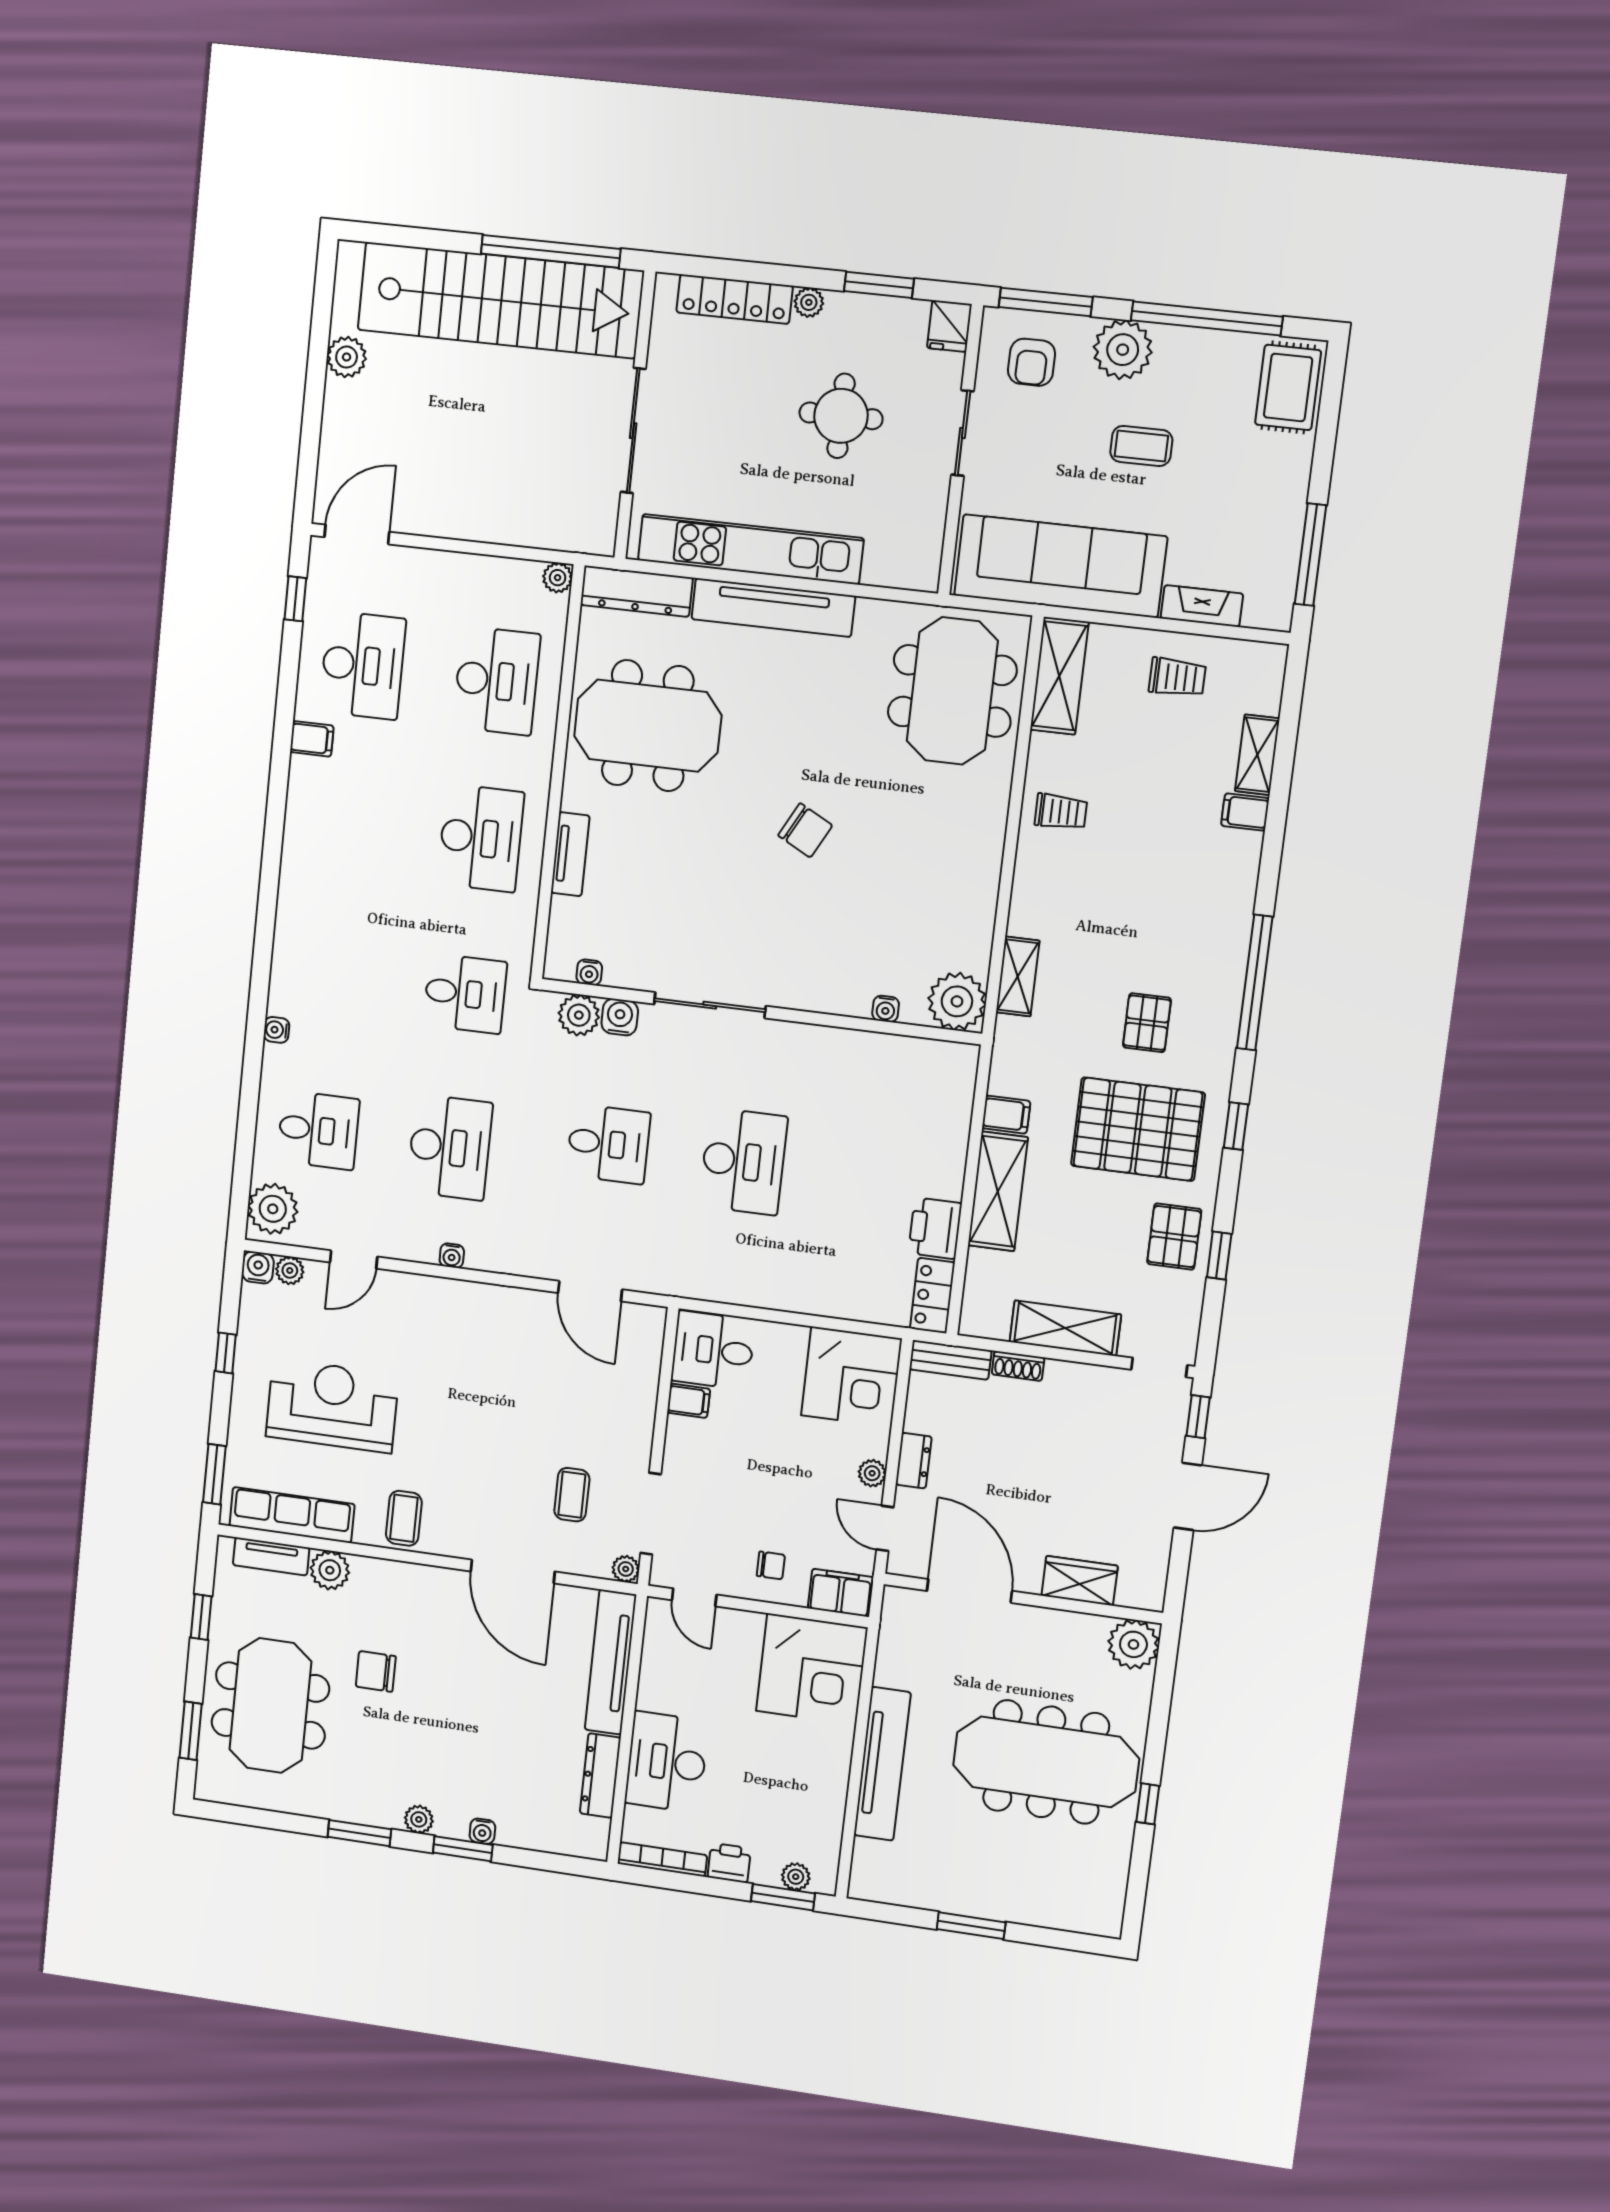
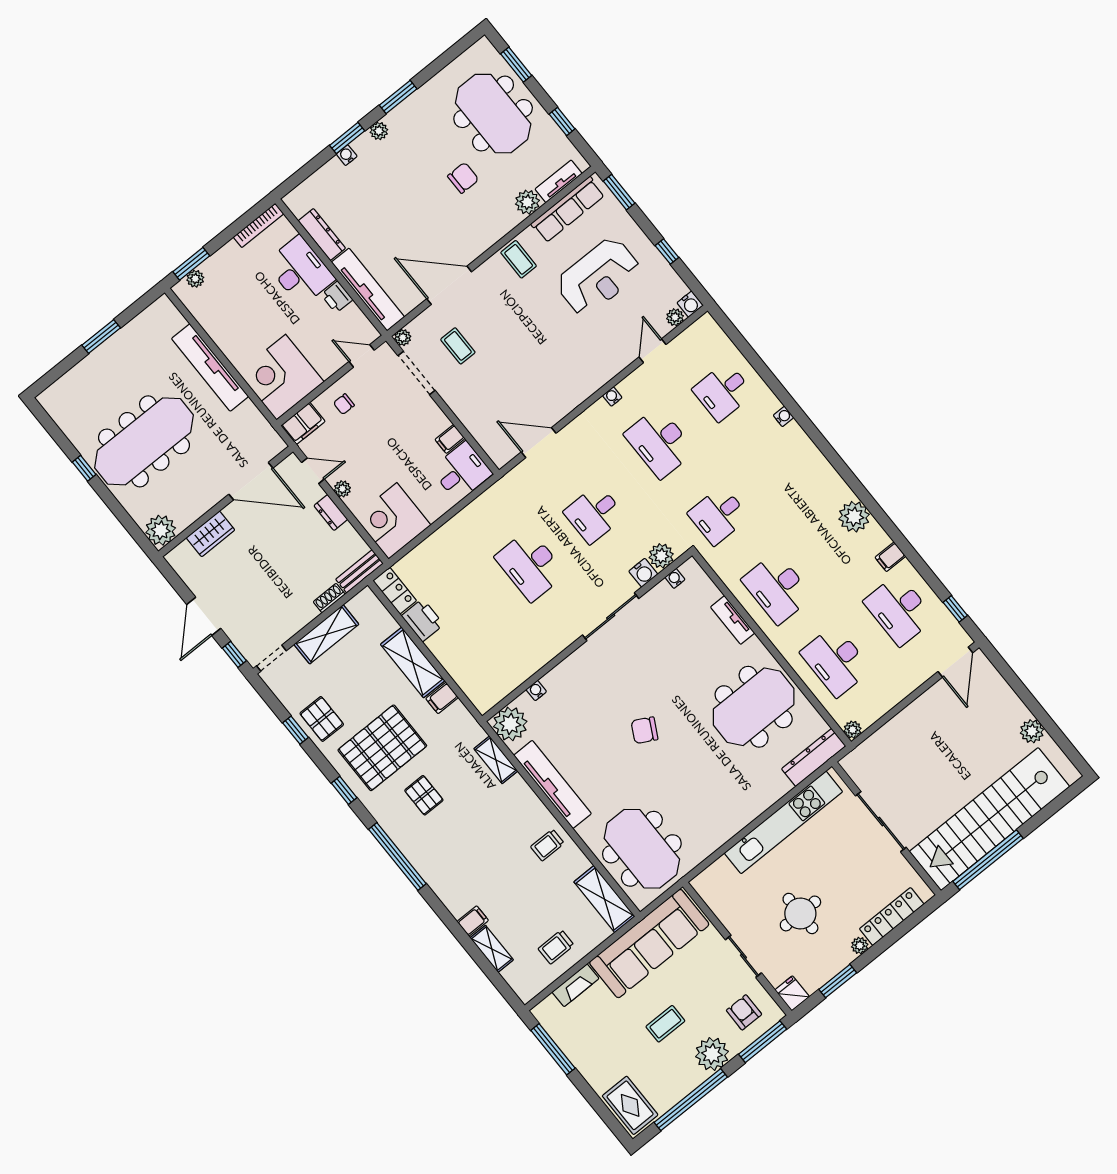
tv unit: (773, 608) -> (553, 784), moved, turned 90
plant: (273, 1209) -> (854, 517), moved
printer: (729, 1863) -> (337, 297), moved, turned 90

